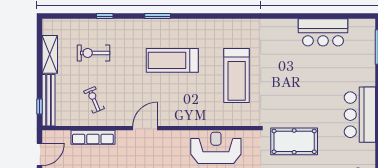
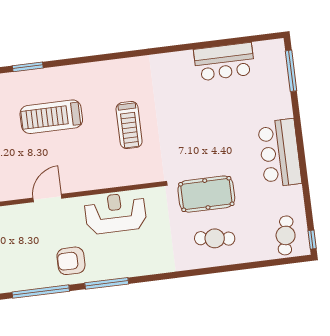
treadmill: (237, 75) -> (129, 125), width x0.73, depth x0.73
door: (145, 128) -> (47, 198), moved

